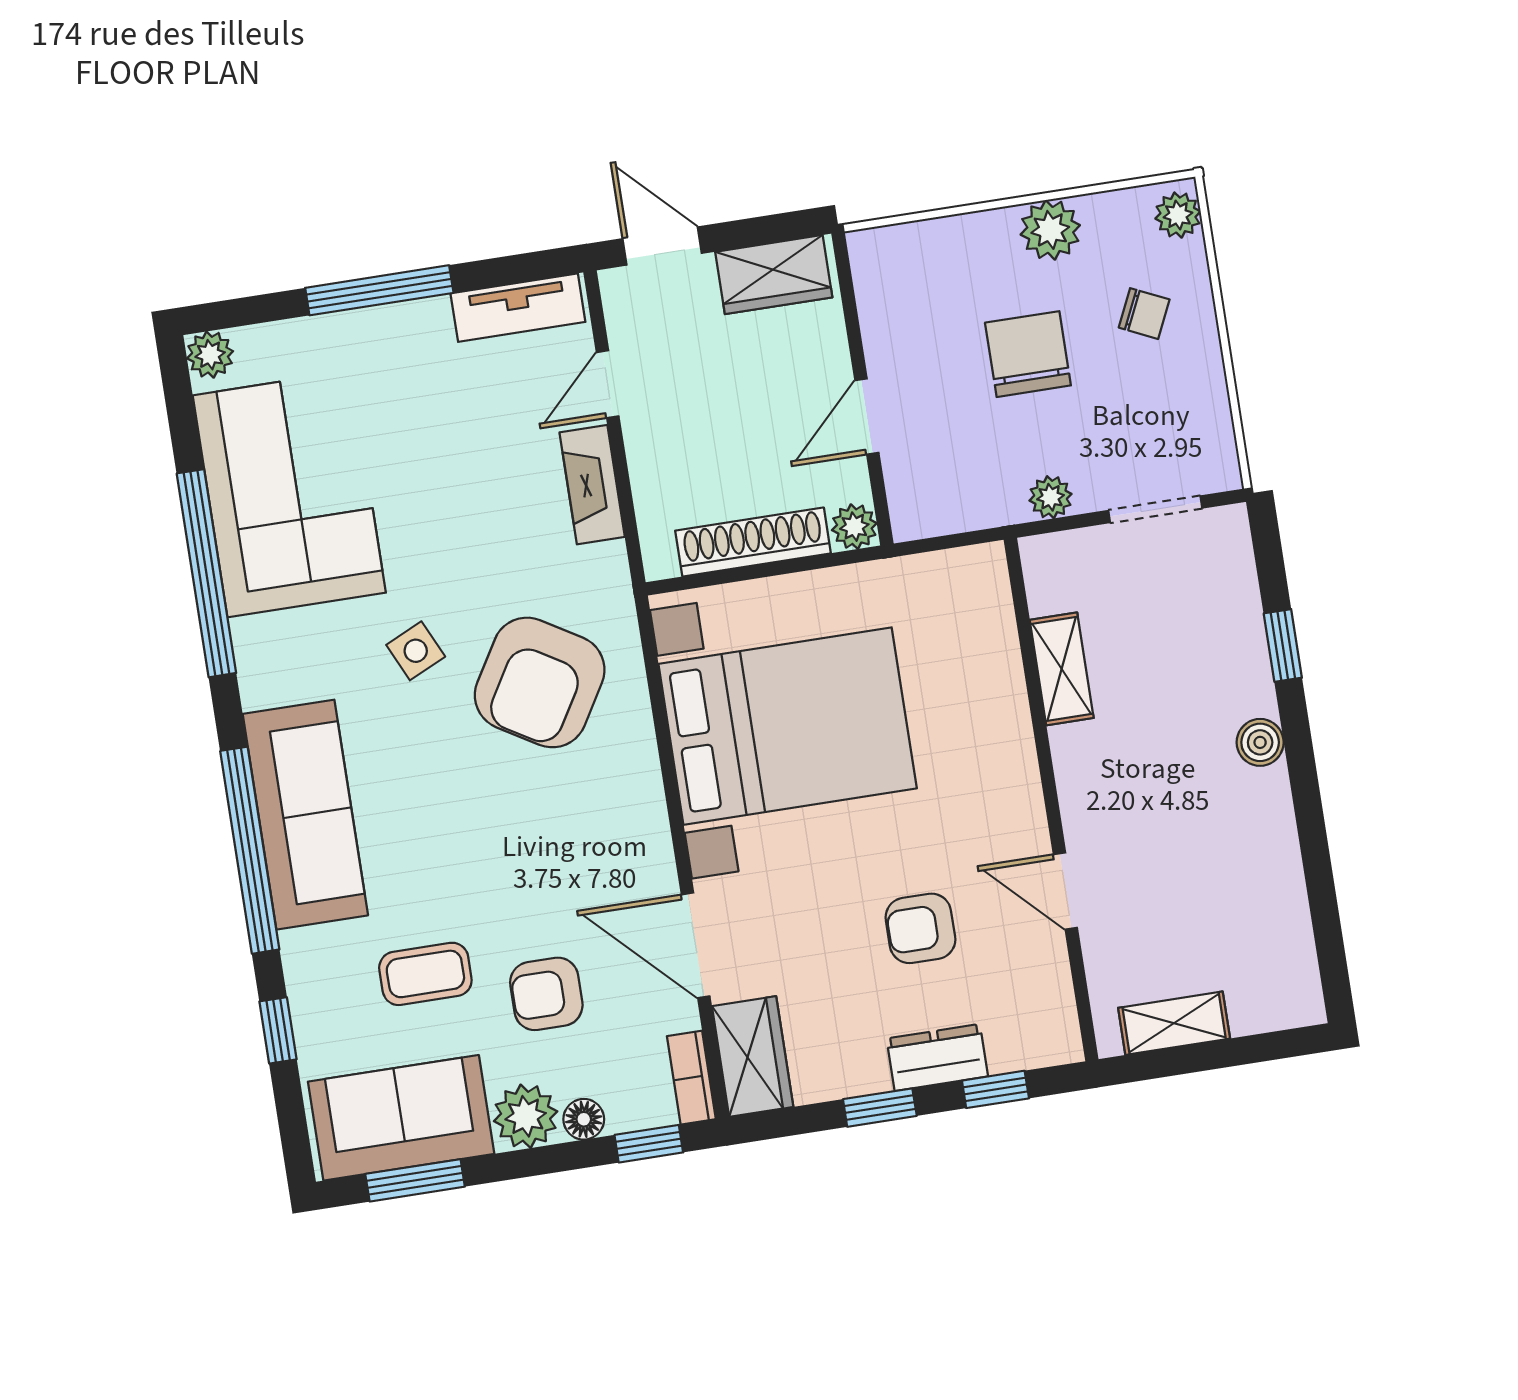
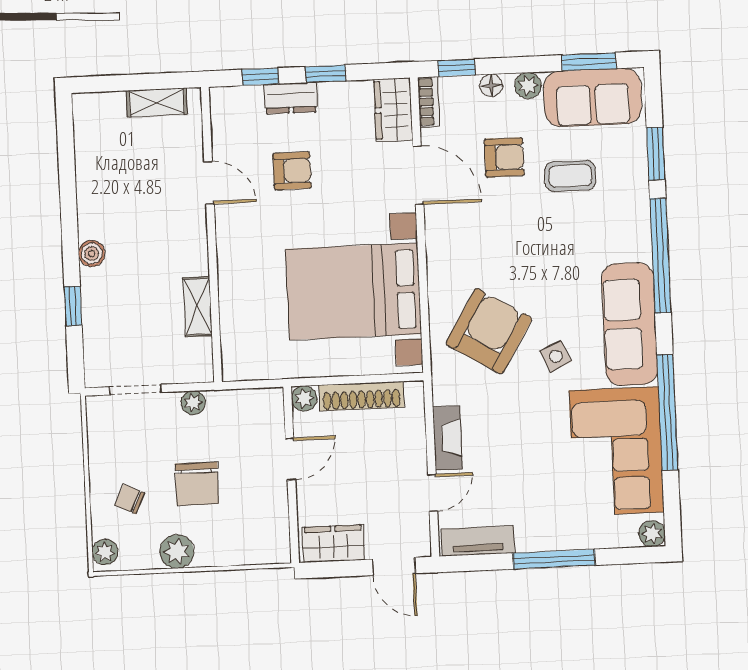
sofa: (305, 815) -> (630, 324), moved
window: (278, 1030) -> (656, 154), width x1.50
plant: (526, 1116) -> (528, 85), width x0.73, depth x0.73

